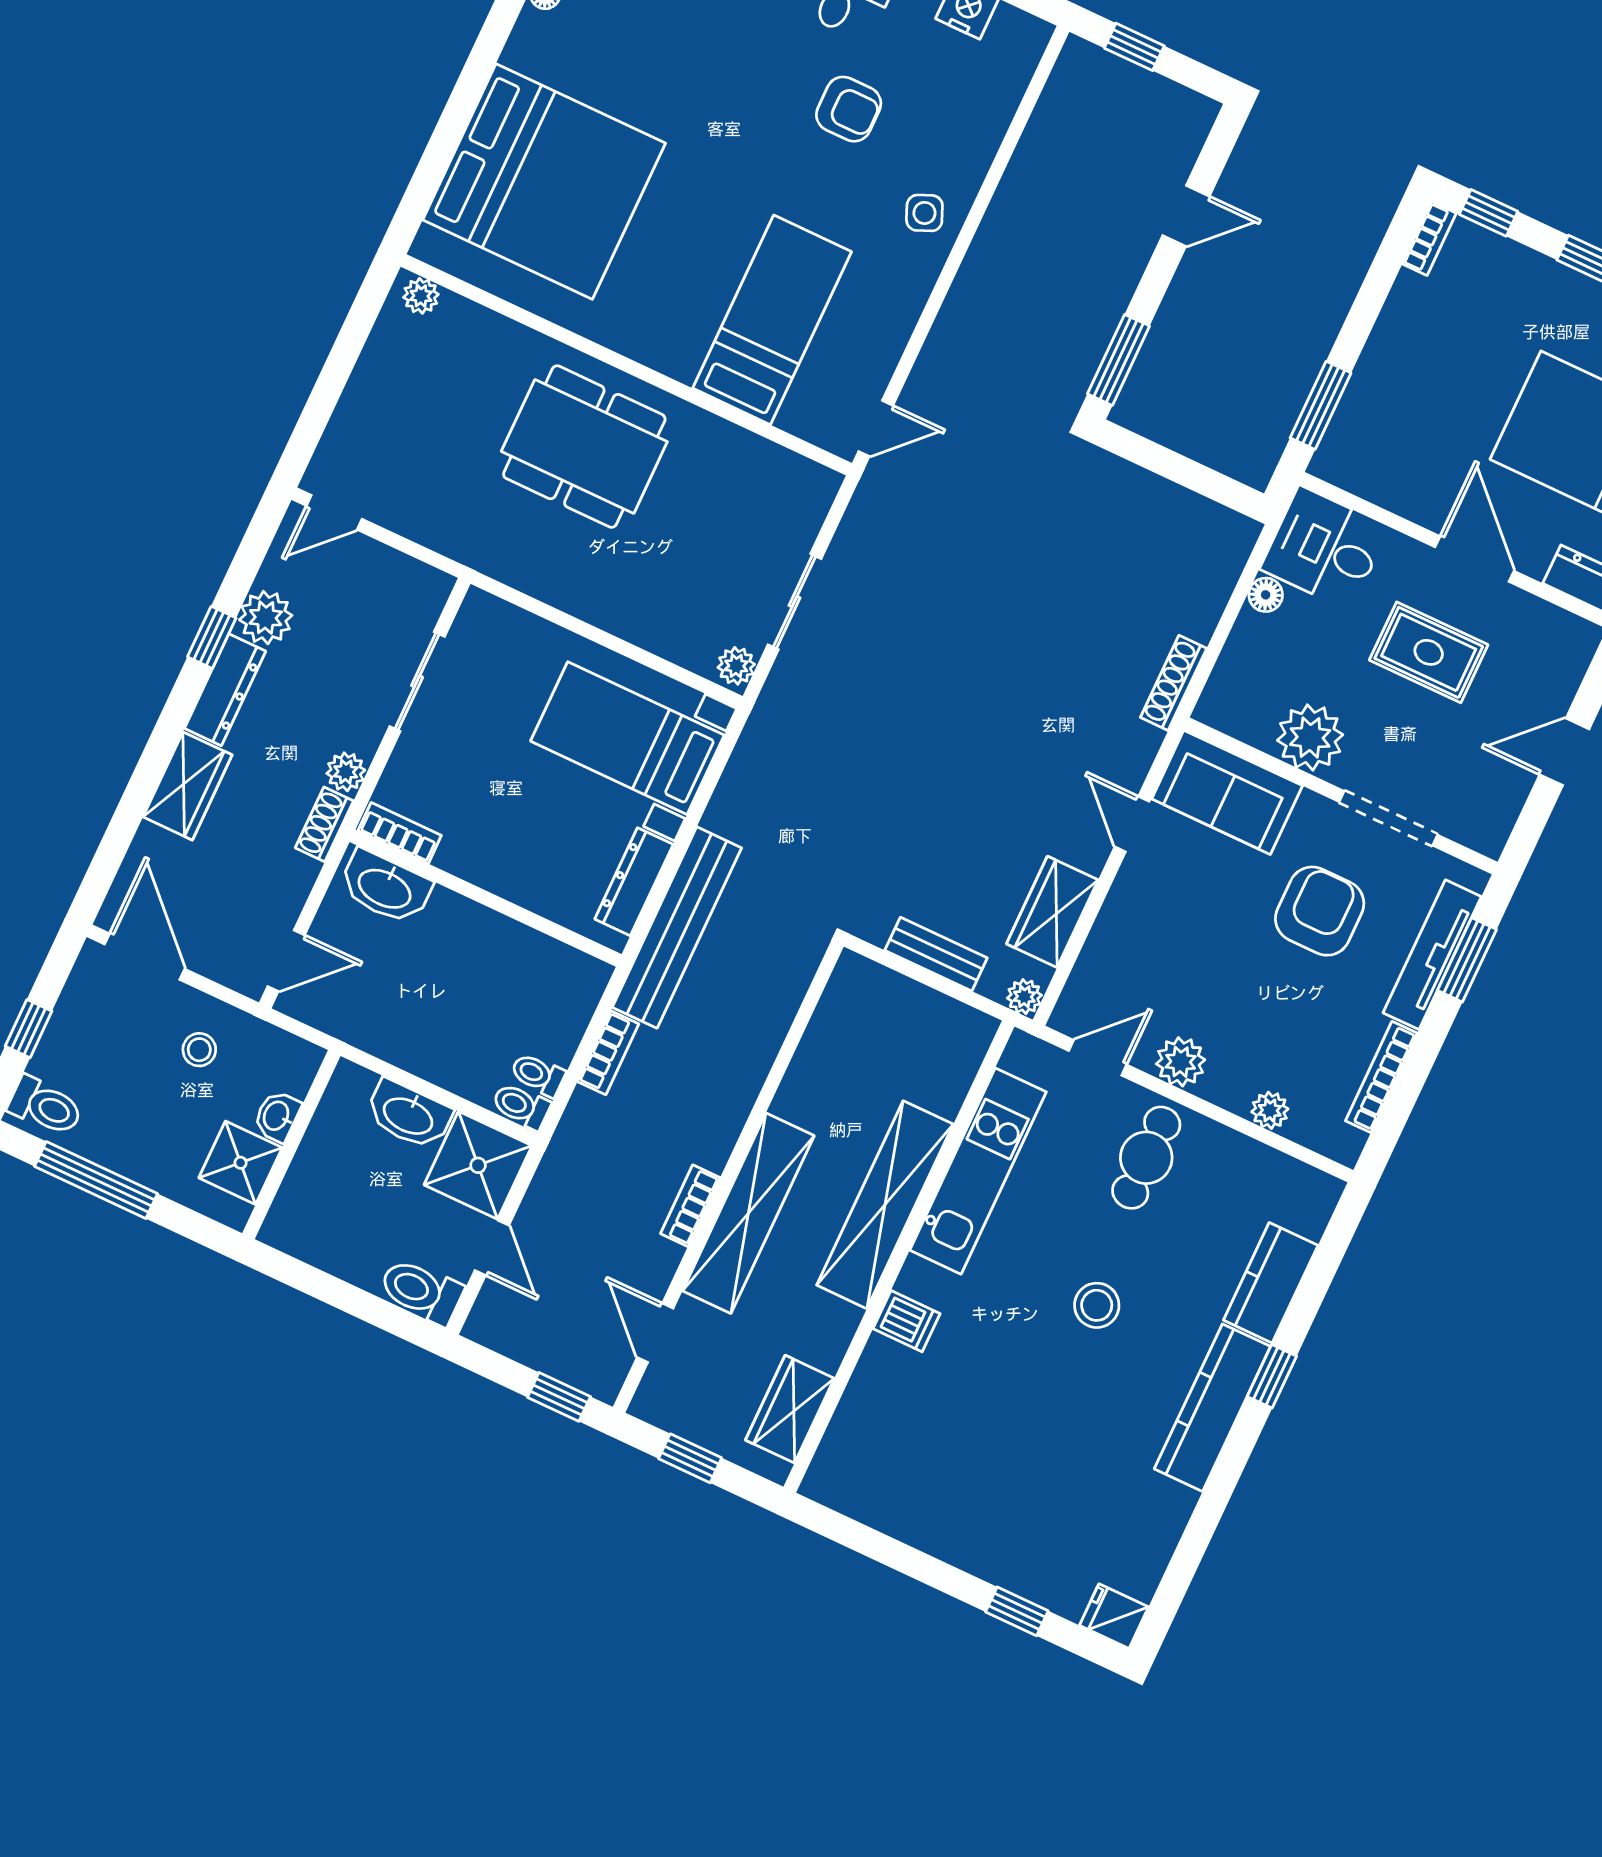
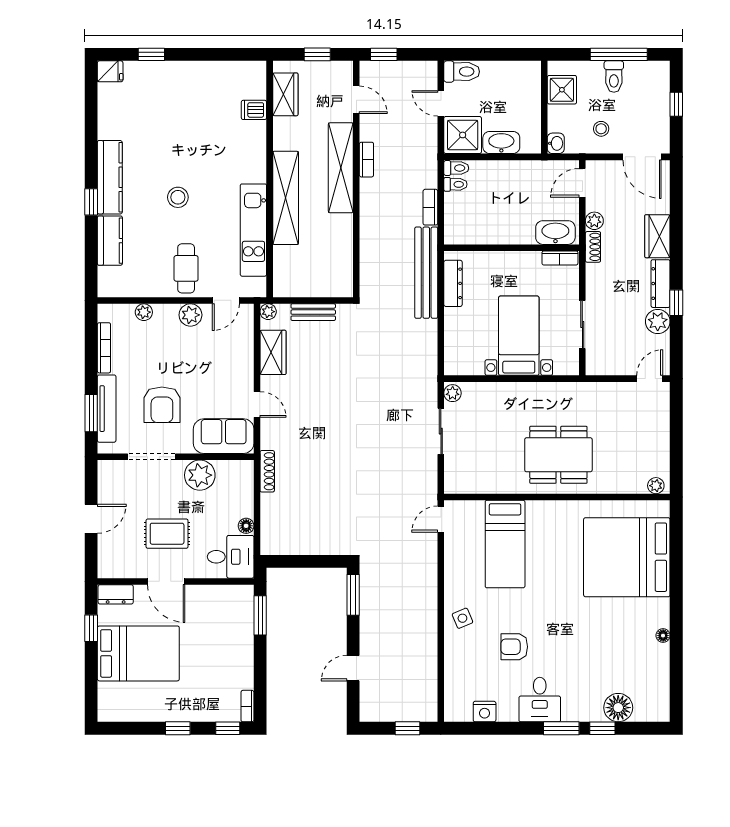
bed with nightstands: (627, 738) -> (519, 336), moved, turned -90
plant: (346, 772) -> (594, 221), moved
toilet: (45, 1106) -> (614, 77), moved, turned -90
washbasin: (277, 1116) -> (556, 143), moved
dishwasher: (907, 1321) -> (254, 110), moved

